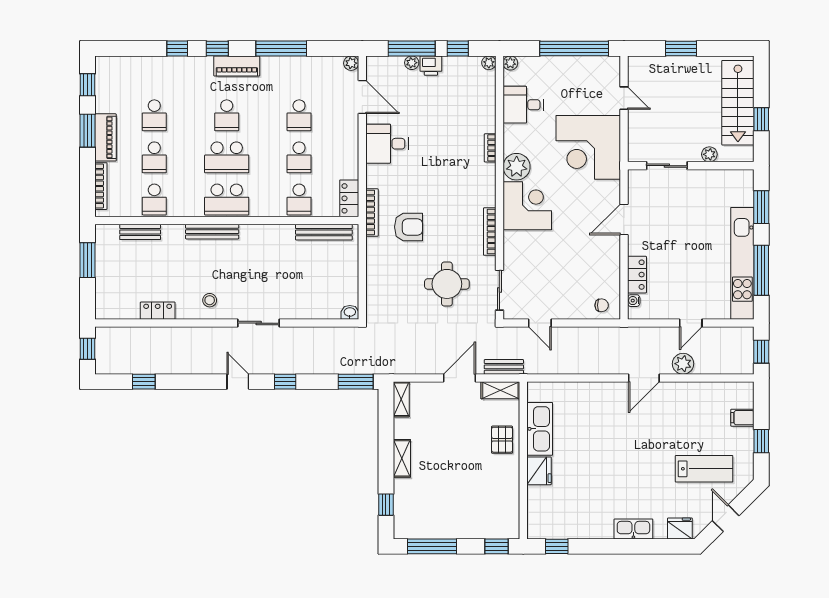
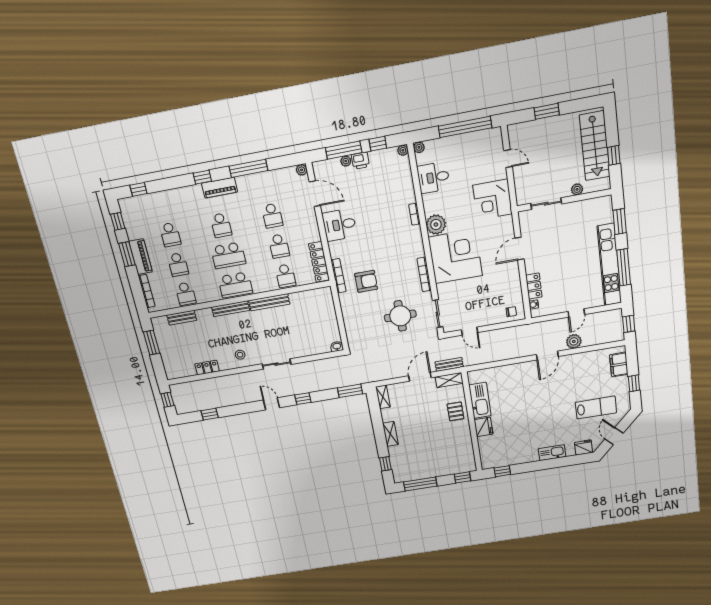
window: (177, 48) -> (138, 189), moved
corner desk: (588, 147) -> (493, 199), width x0.74, depth x0.74
locker: (349, 198) -> (319, 262), width x1.53
corner desk: (527, 206) -> (455, 256), width x1.36, depth x1.36
bench: (324, 232) -> (269, 302), moved
filing cabinet: (742, 418) -> (619, 365), width x2.00

